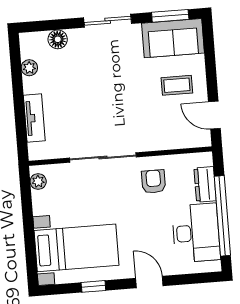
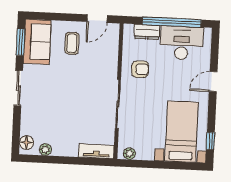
floor lamp: (58, 39) -> (27, 142), moved
tv unit: (34, 118) -> (96, 151), moved
armchair: (154, 182) -> (140, 69), turned 180
window: (93, 286) -> (210, 141), moved

